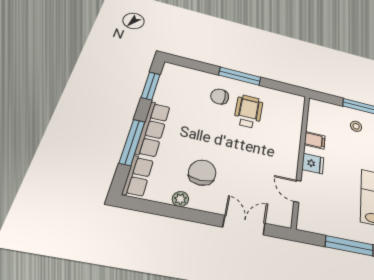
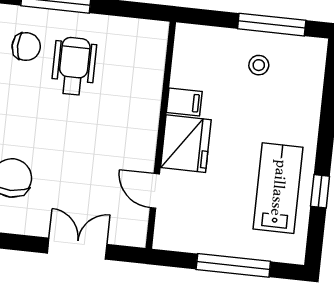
chair: (220, 96) -> (26, 47), turned 180
fridge: (313, 164) -> (186, 144), width x1.88, depth x1.34

